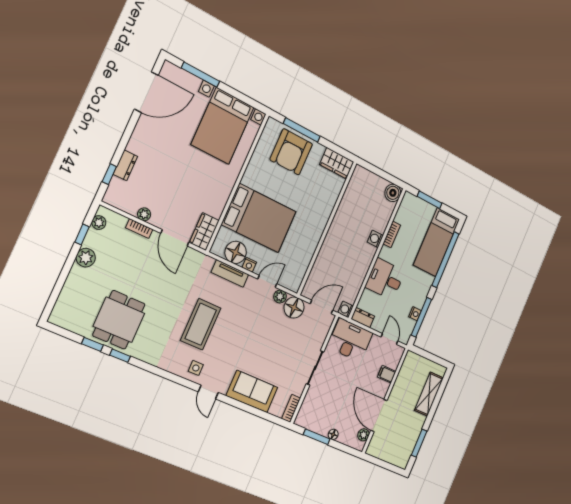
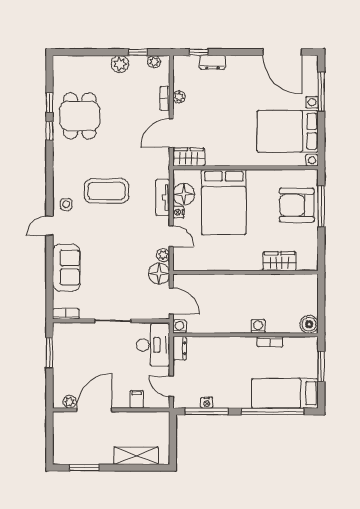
wardrobe: (337, 163) -> (279, 261), moved, turned 90
desk: (385, 279) -> (225, 355), removed
dining table: (119, 320) -> (80, 116), turned 90
door: (389, 339) -> (171, 386), swing flipped
floor lamp: (333, 434) -> (58, 369), removed

